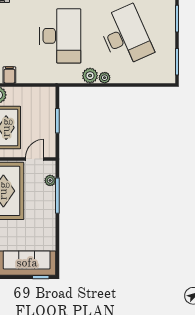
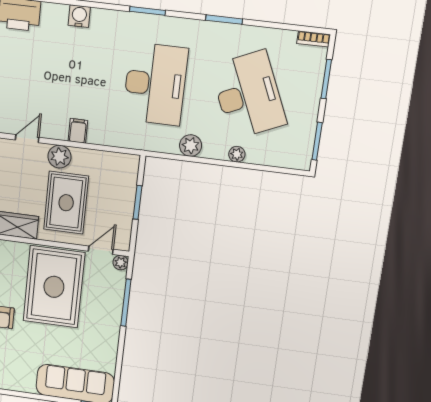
plant: (105, 78) -> (237, 154), moved
plant: (50, 180) -> (121, 263), moved

